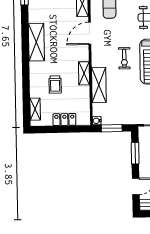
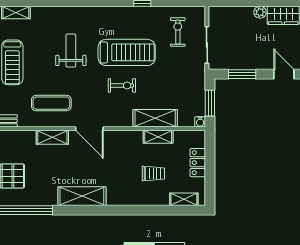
shelving: (36, 42) -> (82, 196), moved
shelving: (84, 73) -> (158, 137), moved

